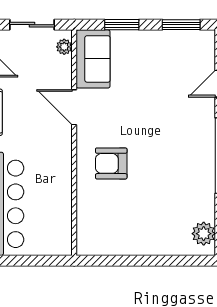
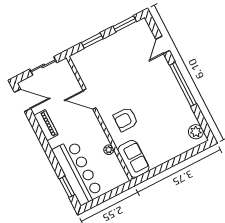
plant: (64, 47) -> (109, 150), moved
sofa: (93, 59) -> (133, 159), moved

